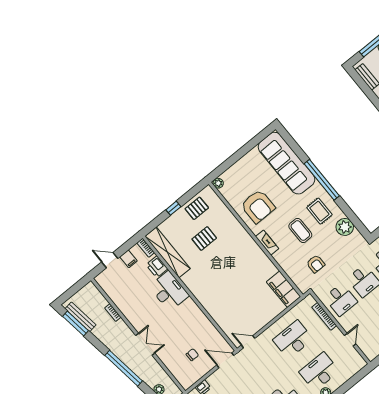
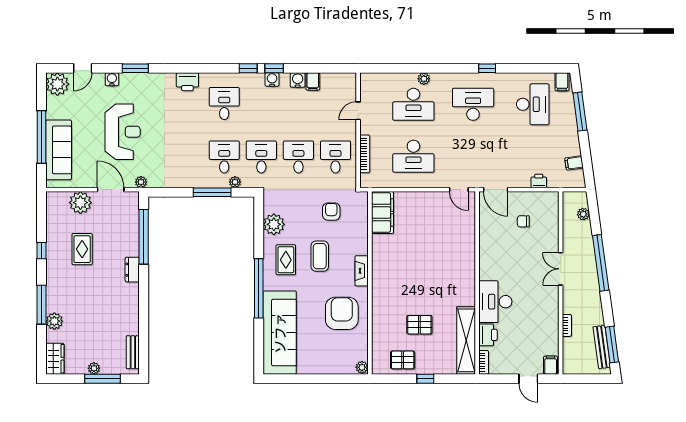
filing cabinet: (128, 259) -> (551, 365), moved

